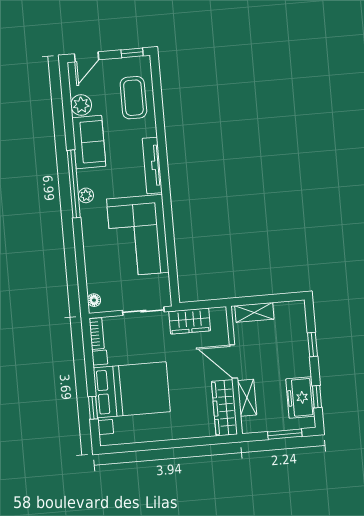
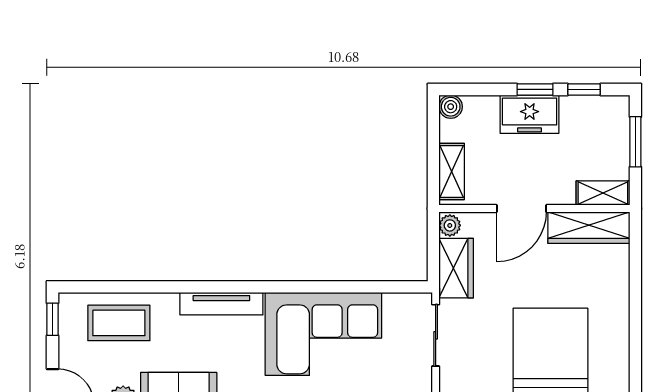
boiler: (298, 308) -> (451, 107), added
plant: (218, 314) -> (450, 225), added
window: (312, 344) -> (535, 89), moved
shelving: (247, 398) -> (603, 193), moved
freezer: (300, 398) -> (530, 114), moved

